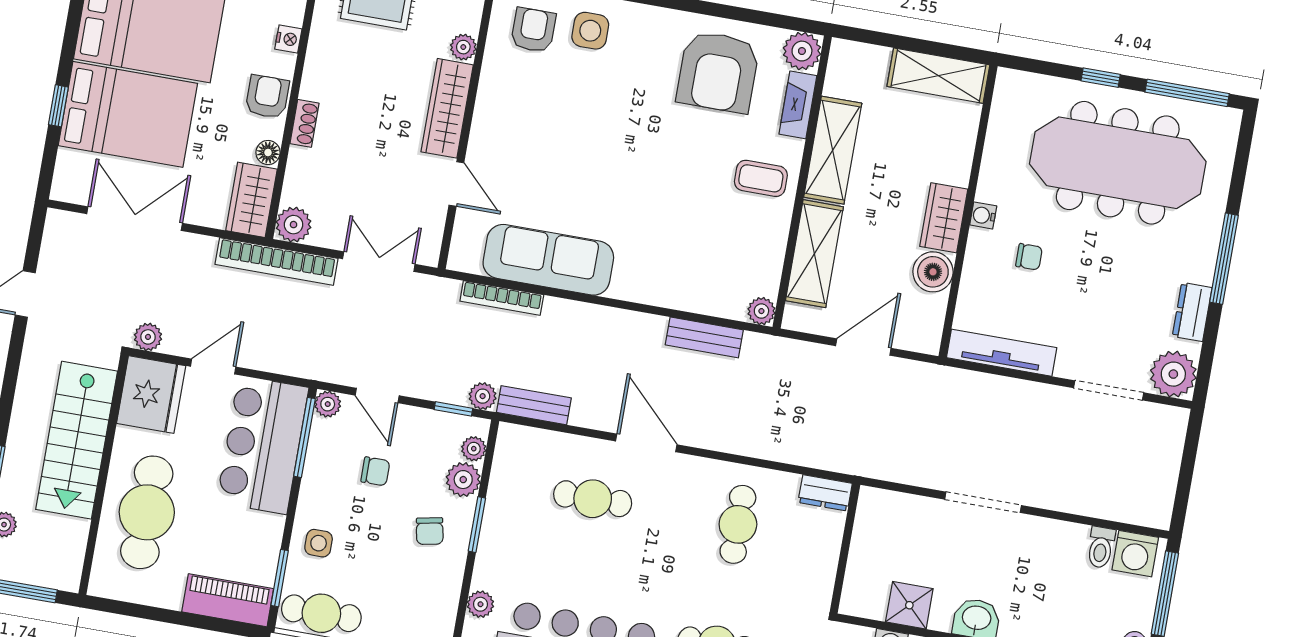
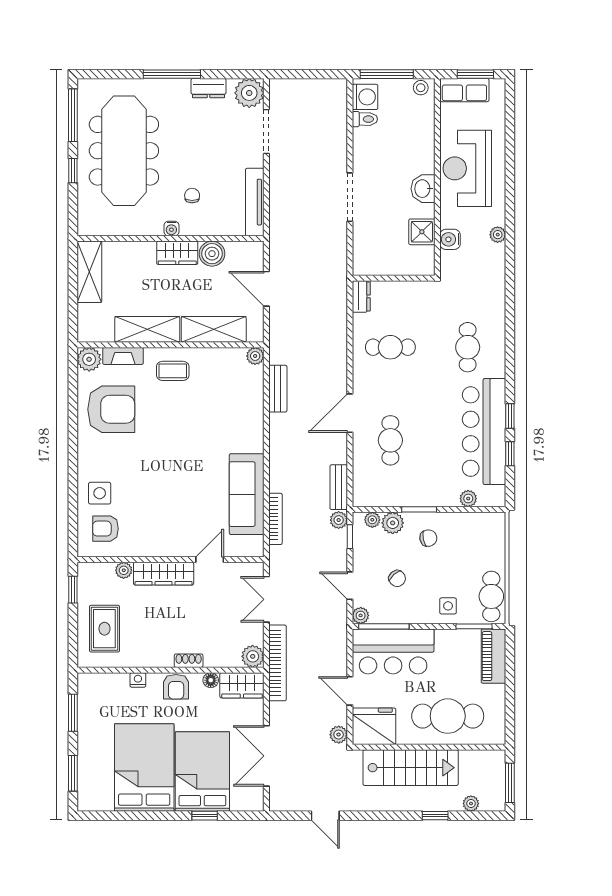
armchair: (267, 97) -> (176, 687), turned -90
coffee table: (761, 178) -> (173, 371), turned 90
door: (377, 395) -> (350, 586), swing flipped
chair: (375, 471) -> (397, 578), turned 138

